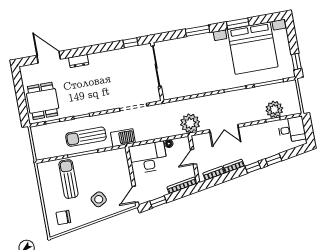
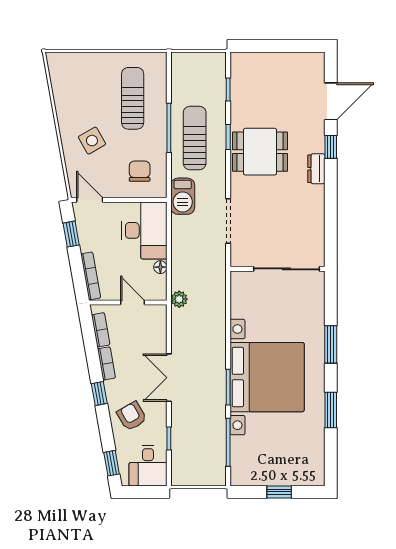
window: (131, 43) -> (331, 147), moved
bed with nightstands: (253, 48) -> (267, 377), moved, turned 180
dresser: (79, 61) -> (316, 169), moved
window: (296, 61) -> (279, 492), moved
dining table: (43, 101) -> (260, 152), moved
plant: (274, 109) -> (185, 444), removed
plant: (190, 123) -> (179, 299), width x0.53, depth x0.53
double door: (224, 128) -> (169, 378), moved
armchair: (263, 145) -> (132, 416), added
window: (274, 160) -> (112, 463), moved
sun lounger: (68, 179) -> (133, 98), turned -90
chair: (63, 217) -> (140, 171), moved

